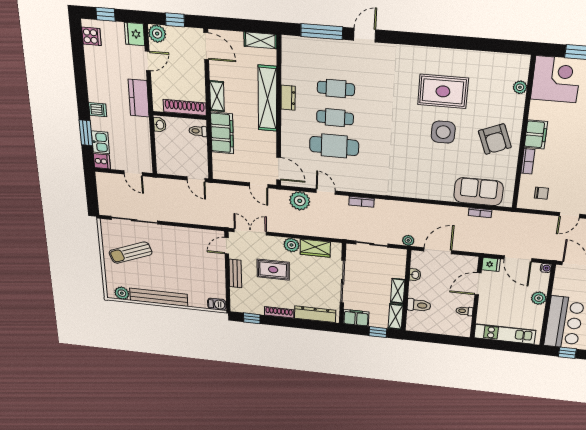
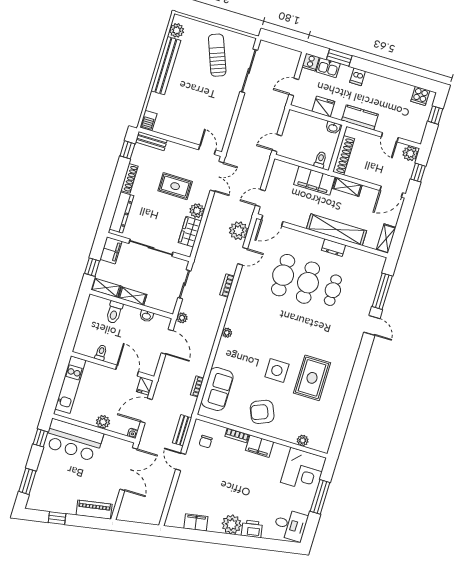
fridge: (134, 34) -> (323, 107), moved
cafe table: (335, 118) -> (308, 283), width x1.37, depth x1.35
plant: (413, 193) -> (227, 333), added
bench: (533, 220) -> (182, 430), added
rug: (273, 270) -> (175, 186), turned 90
bench: (235, 273) -> (151, 141), moved

